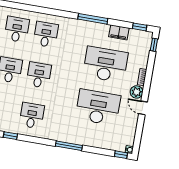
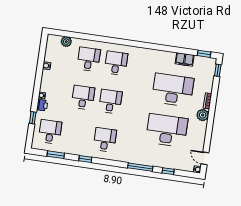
window: (93, 19) -> (160, 47), removed
door: (143, 108) -> (205, 158), moved
window: (121, 155) -> (168, 171), moved

